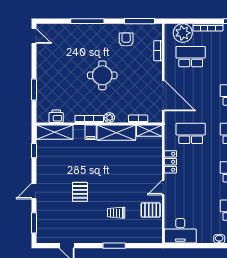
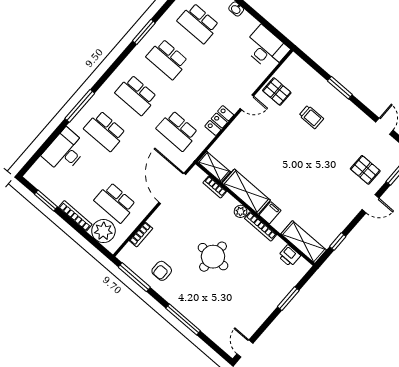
pallet: (80, 192) -> (365, 170), moved, turned 90

